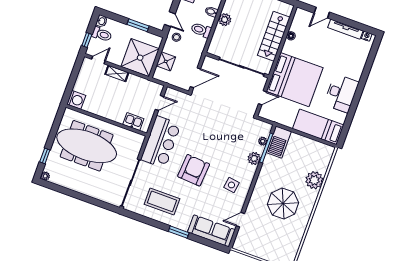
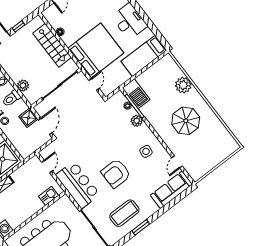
plant: (225, 20) -> (23, 86), moved
shower: (166, 61) -> (28, 118), moved
armchair: (194, 170) -> (116, 173), turned -94
window: (179, 232) -> (141, 227), moved

